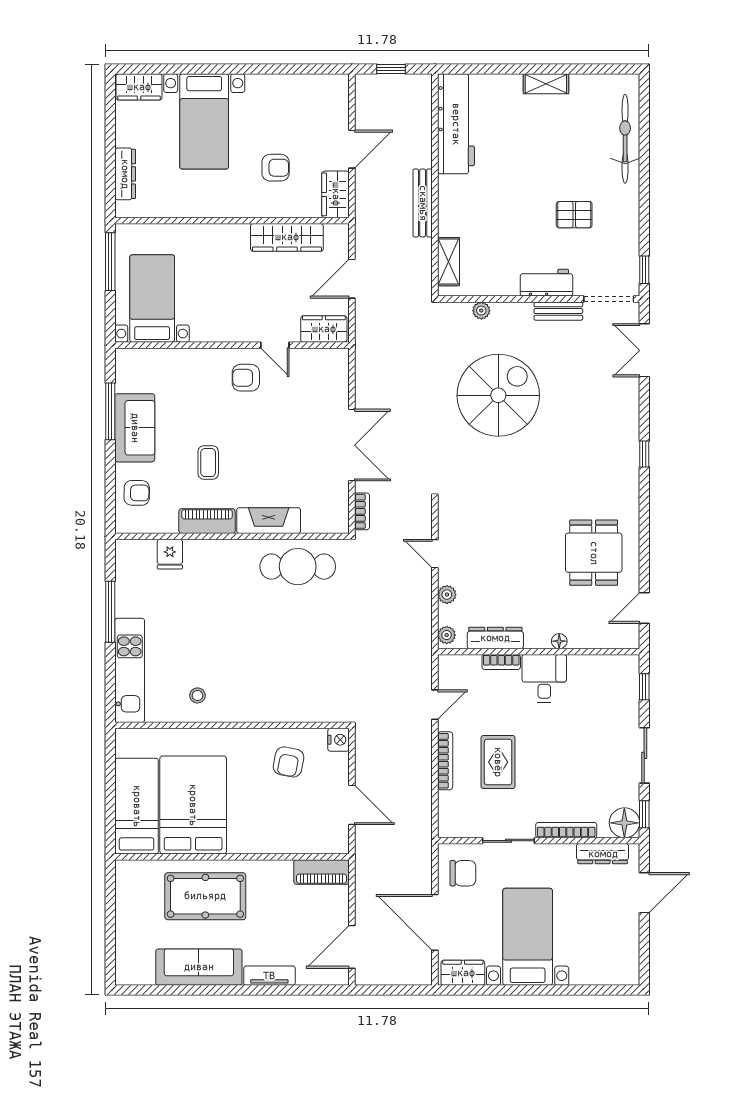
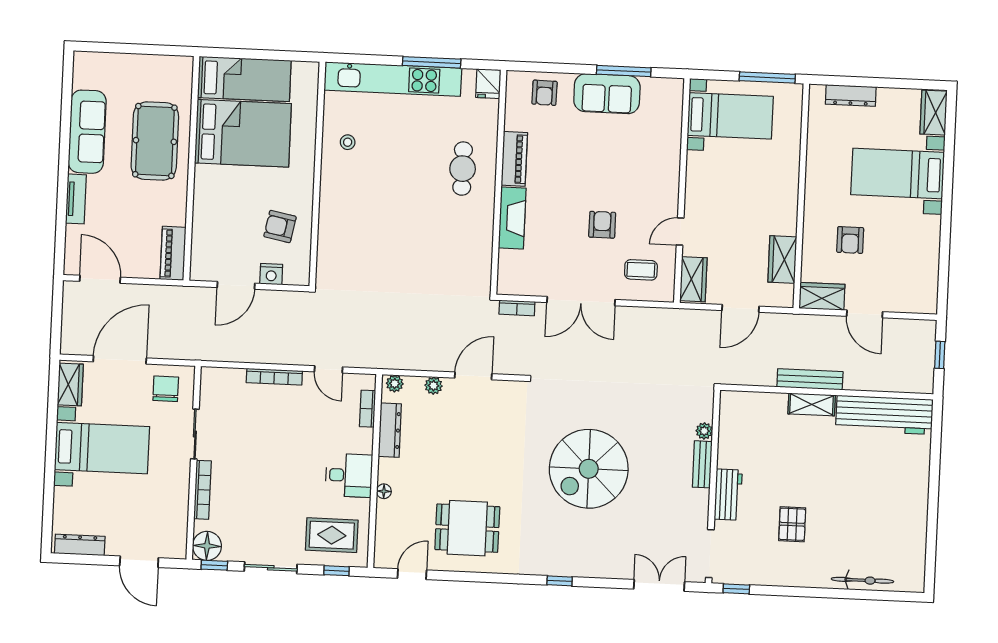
shelving: (546, 84) -> (919, 503), removed
bicycle: (625, 139) -> (862, 580), width x0.73, depth x0.71
wardrobe: (287, 237) -> (782, 259), width x0.67
shelving: (449, 262) -> (812, 404), moved
door: (352, 279) -> (740, 308), swing flipped
bench: (558, 311) -> (702, 464), moved
armchair: (246, 378) -> (602, 225), moved
spiral stairs: (498, 395) -> (589, 469), moved, turned 90
coffee table: (208, 463) -> (641, 270), moved
fridge: (170, 554) -> (488, 84), moved, turned -90
door: (435, 554) -> (473, 376), width x1.38
cafe table: (298, 567) -> (463, 169), moved, width x0.73, depth x0.74
door: (644, 608) -> (412, 574), hinge flipped
bookcase: (501, 662) -> (368, 409), moved
kitchen unit: (130, 670) -> (393, 79), width x1.36
nightstand: (339, 740) -> (271, 274), moved
rug: (498, 762) -> (332, 535), moved
dresser: (603, 854) -> (80, 545), moved, turned 90
chair: (463, 873) -> (166, 389), turned 180

